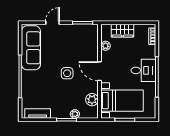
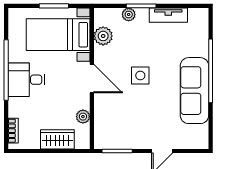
sofa: (31, 48) -> (194, 91), moved
tv unit: (38, 114) -> (168, 15), moved

